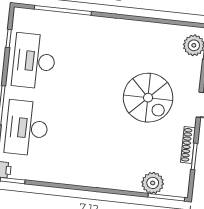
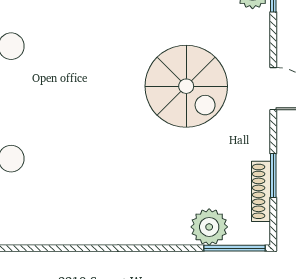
shoe rack: (188, 145) -> (261, 191), moved

